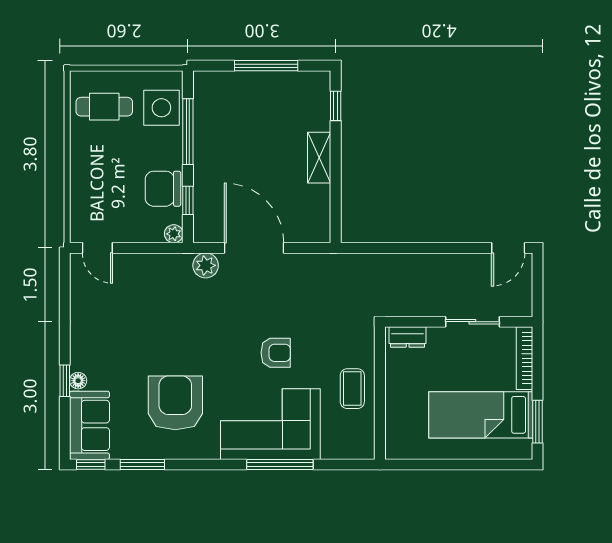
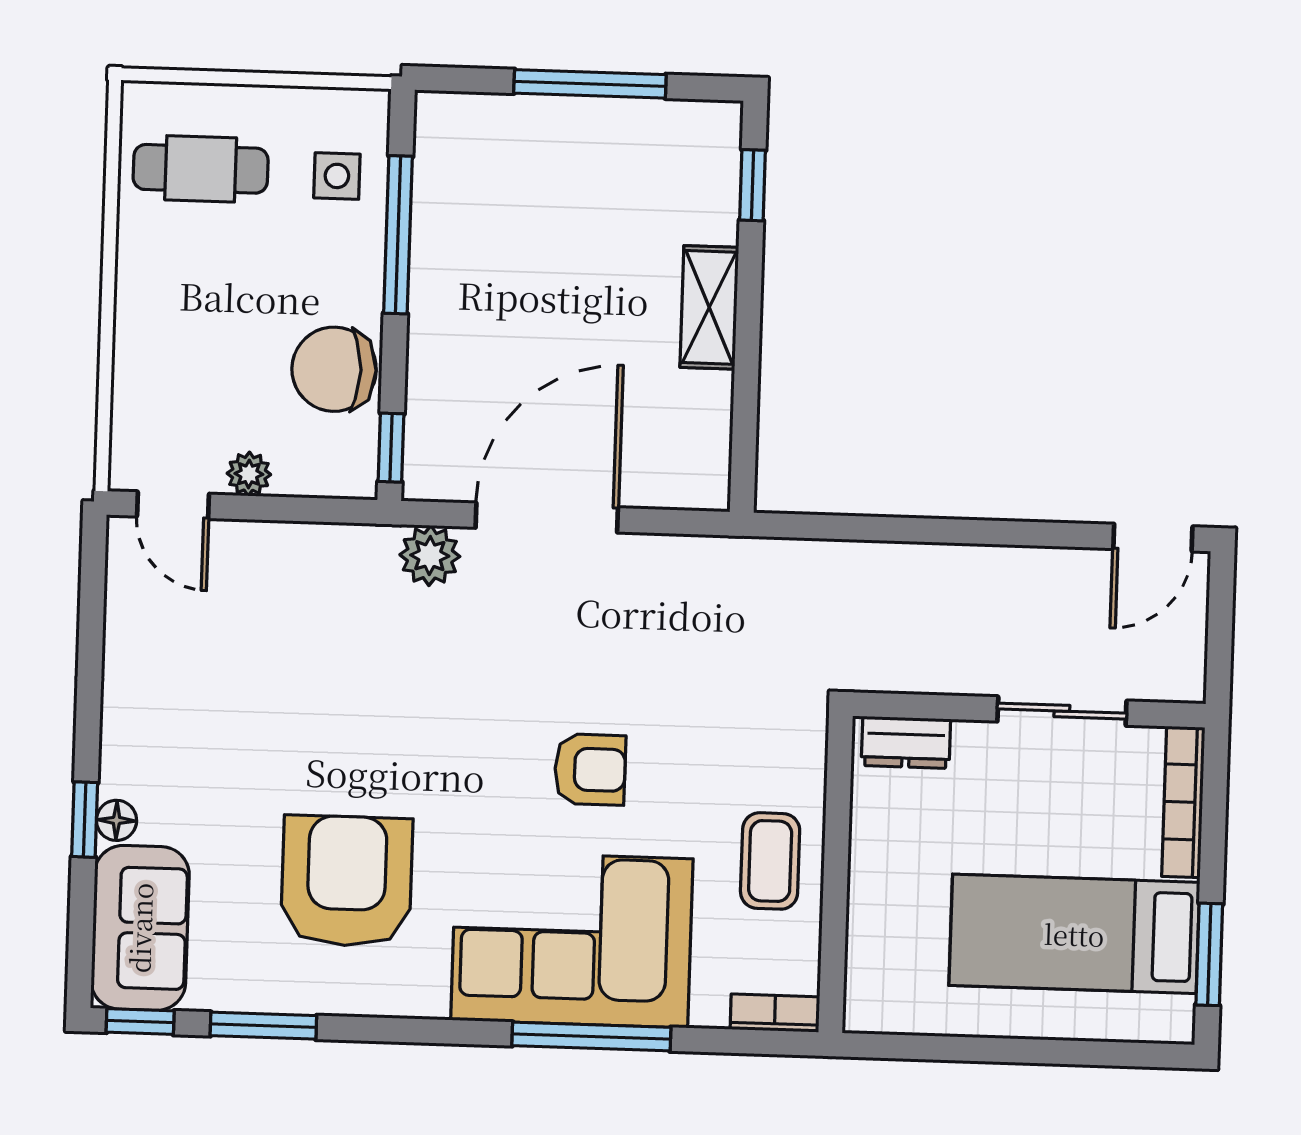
side table: (161, 108) -> (337, 176), width x0.54, depth x0.54
window: (188, 200) -> (391, 448), moved
plant: (174, 234) -> (249, 474), moved
door: (254, 248) -> (547, 518), hinge flipped
bookcase: (356, 452) -> (775, 1013), added

